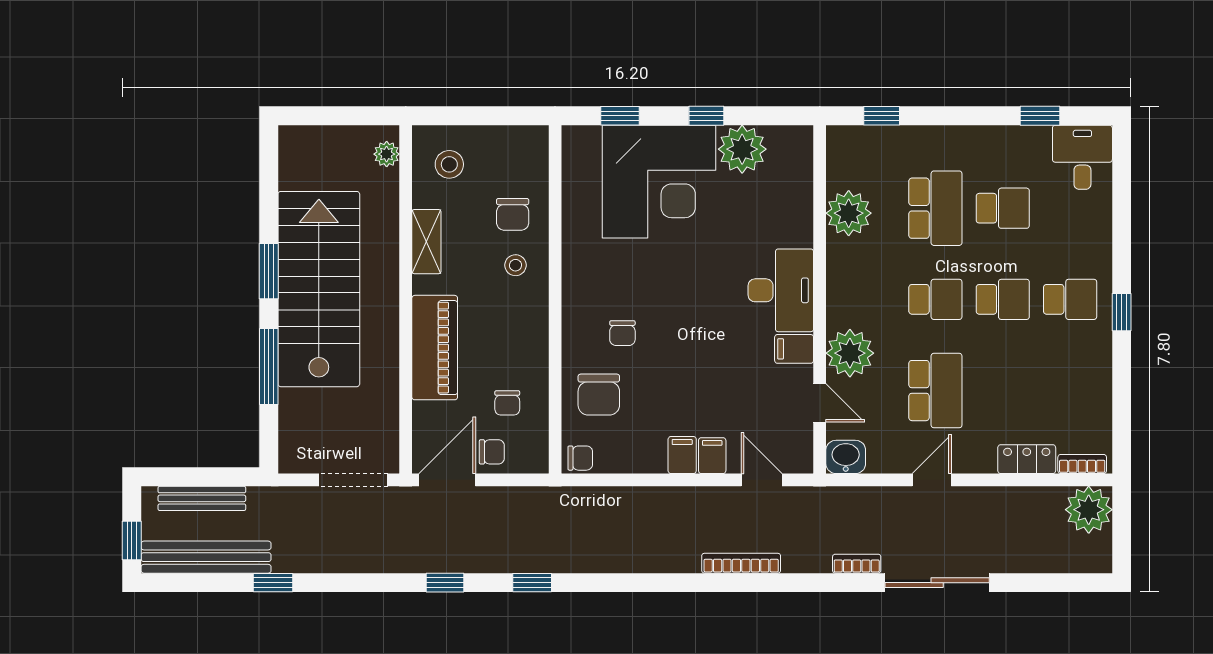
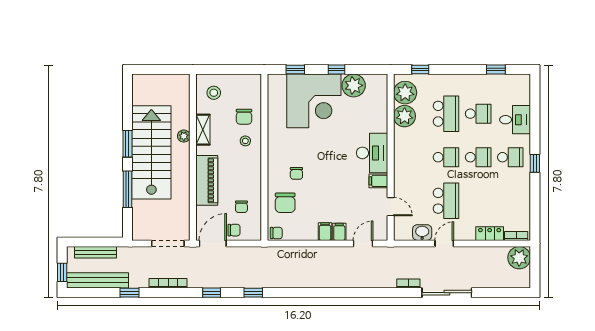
plant: (387, 154) -> (184, 136), moved
desk: (1082, 157) -> (515, 120), moved, turned 90
plant: (850, 353) -> (405, 93), moved
washbasin: (846, 457) -> (422, 233), moved
door: (762, 480) -> (363, 243), hinge flipped
bookcase: (741, 563) -> (168, 283), moved

